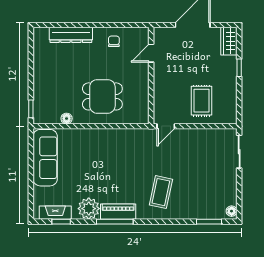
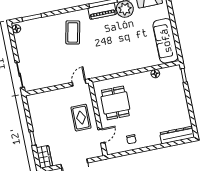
dresser: (71, 35) -> (177, 135), moved
dining table: (102, 96) -> (115, 103), moved, turned 90
rug: (201, 101) -> (81, 118), moved

